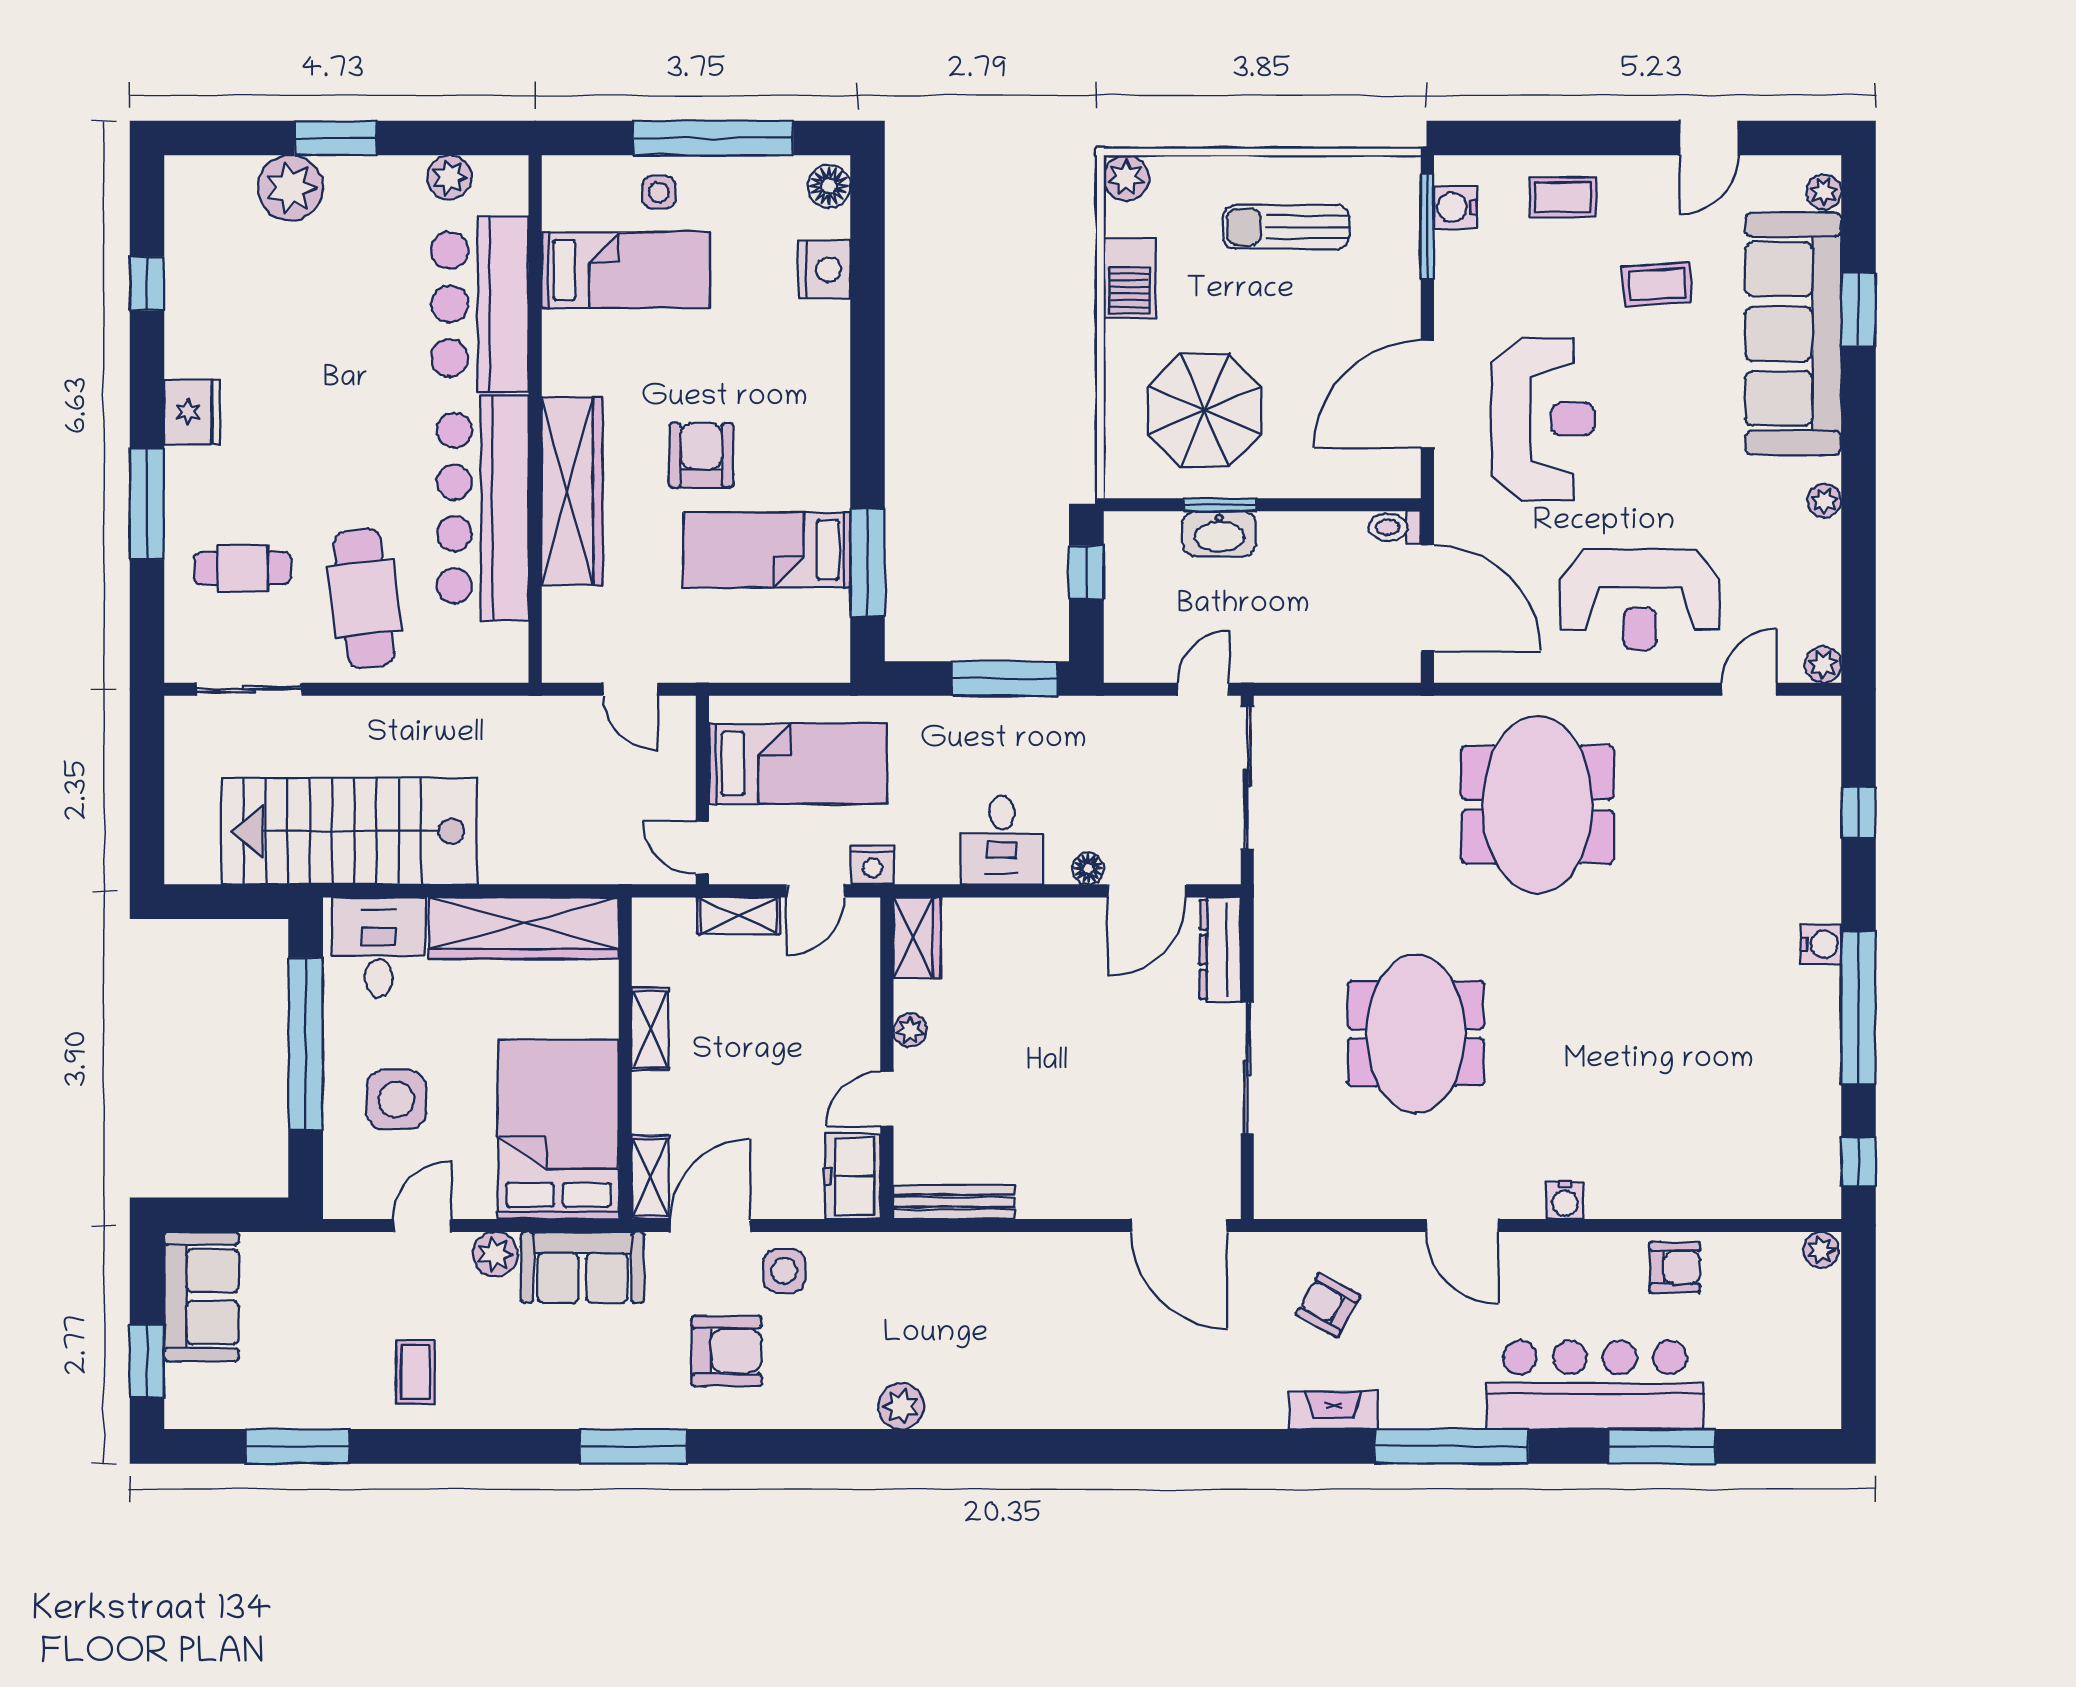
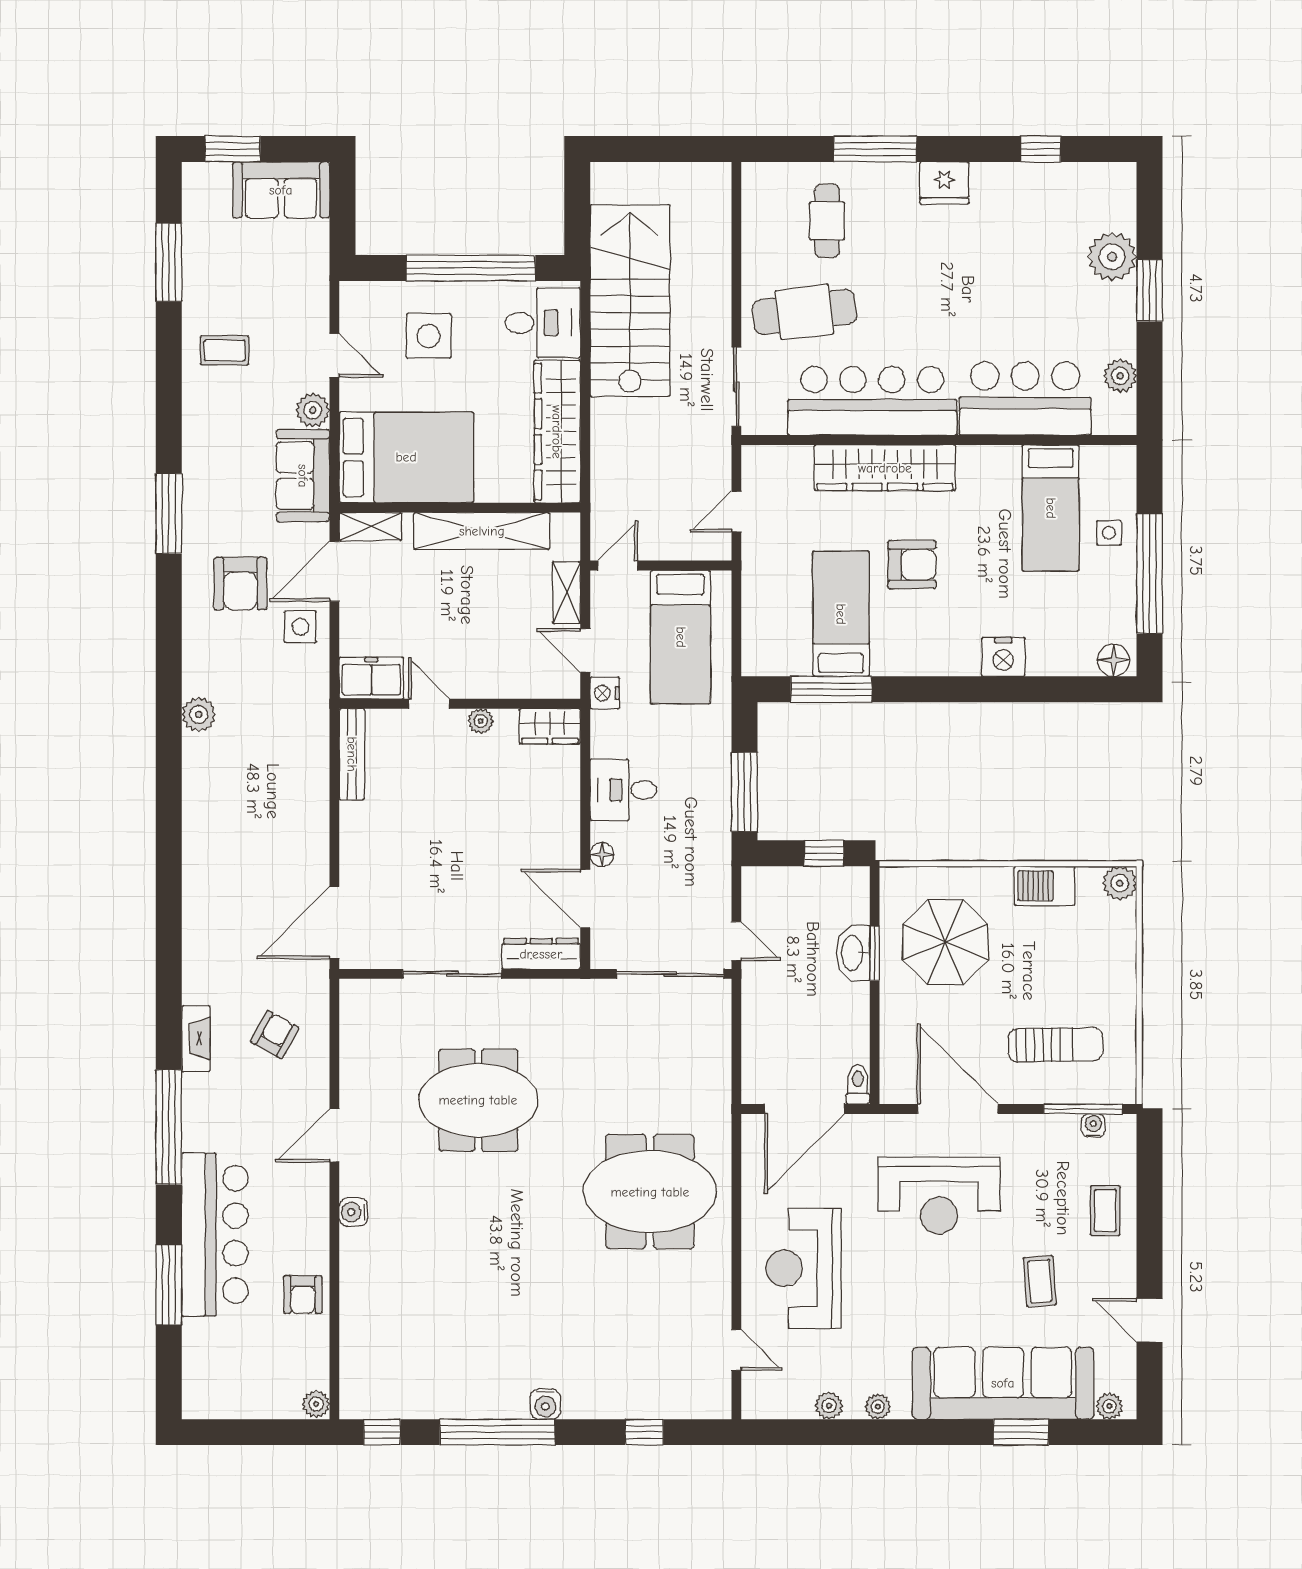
water cooler: (1455, 207) -> (1093, 1125), width x0.72, depth x0.72
sun lounger: (1286, 227) -> (1055, 1045), moved, turned 89
nightstand: (824, 270) -> (1003, 657), moved
plant: (1823, 665) -> (829, 1406), moved
sliding door: (249, 689) -> (736, 387), moved
shelving: (650, 1029) -> (482, 531), width x2.20, depth x1.33
door: (710, 1225) -> (334, 571), swing flipped

